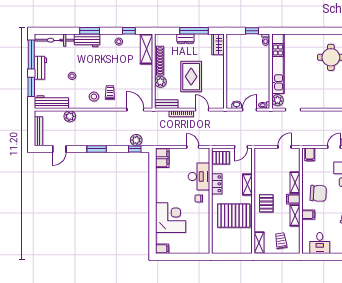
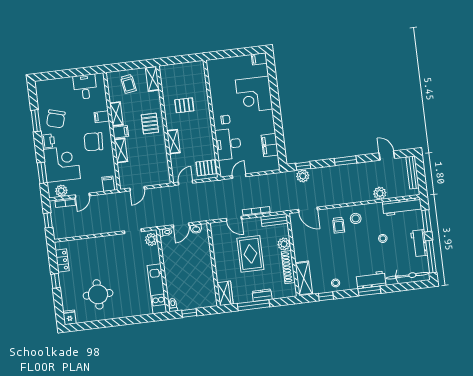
kitchen unit: (278, 64) -> (157, 289), width x0.73
door: (193, 147) -> (239, 176), swing flipped
door: (59, 149) -> (387, 156), hinge flipped
filing cabinet: (162, 158) -> (270, 145), moved
locker: (217, 184) -> (207, 138), removed
pallet: (234, 216) -> (184, 105), width x0.49, depth x0.50

